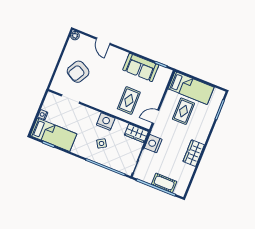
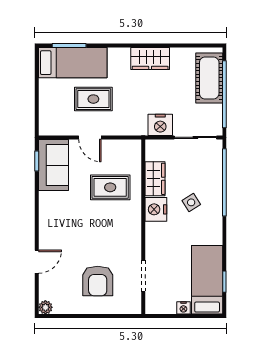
sofa: (141, 67) -> (53, 165), moved
armchair: (78, 72) -> (98, 281), turned 61
bed: (191, 88) -> (73, 63), moved, turned 90
door: (156, 117) -> (90, 137), moved
wardrobe: (136, 133) -> (155, 179), moved
cot: (164, 183) -> (209, 78), width x1.37, depth x1.34

